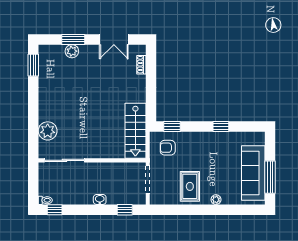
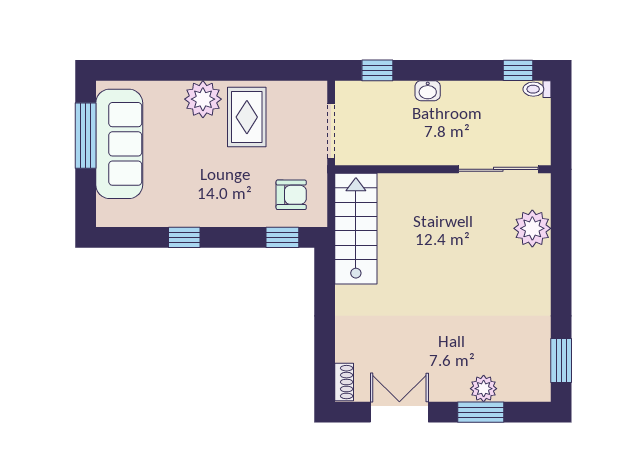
shoe rack: (141, 65) -> (344, 382), moved
plant: (216, 200) -> (203, 99), width x1.88, depth x1.88

